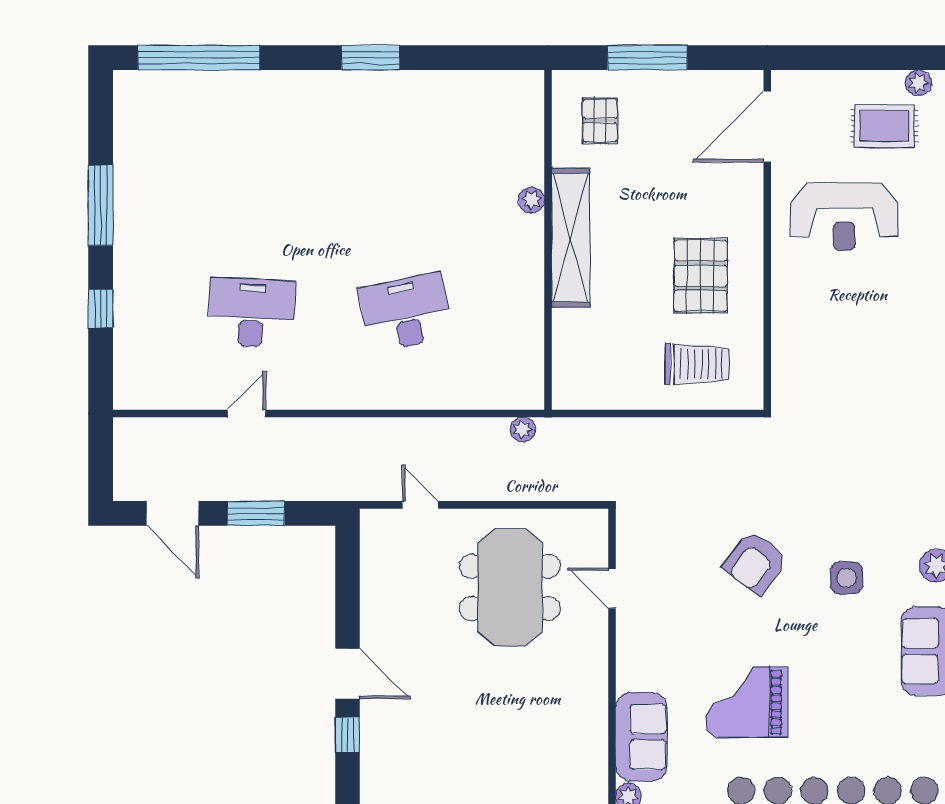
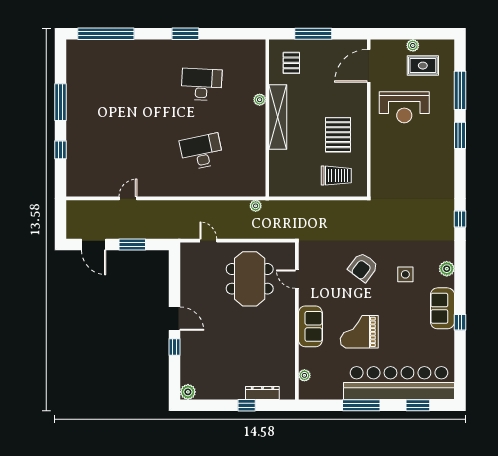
plant: (918, 83) -> (413, 45), moved
desk: (251, 313) -> (202, 84), moved
sofa: (641, 737) -> (310, 326), moved

